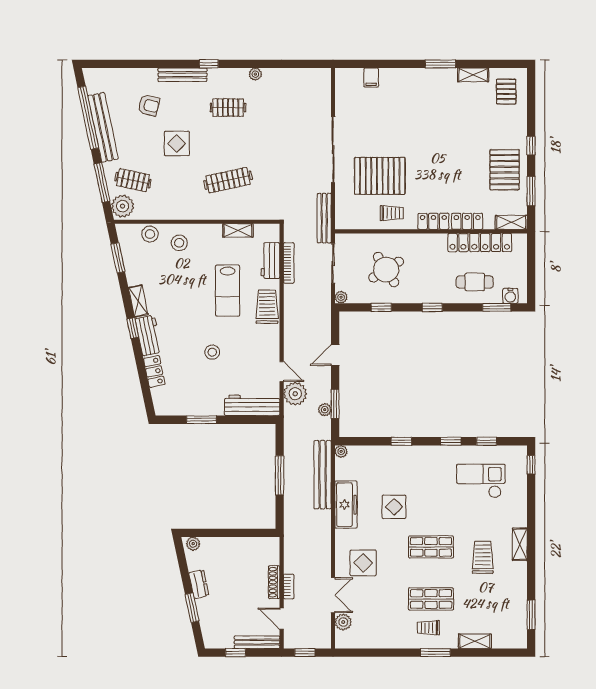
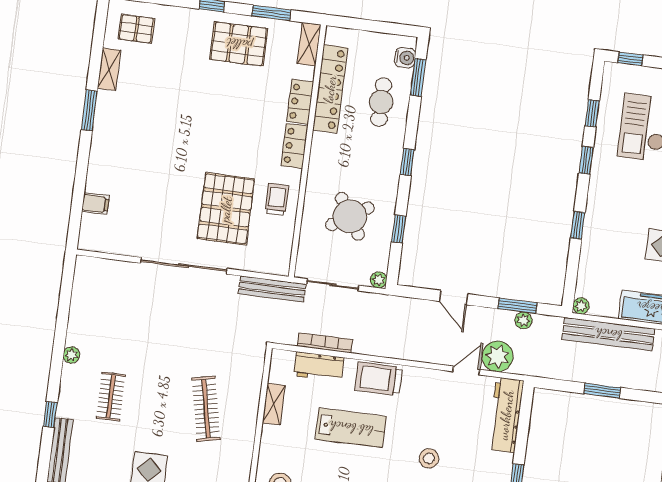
window: (280, 475) -> (602, 391), width x0.69

